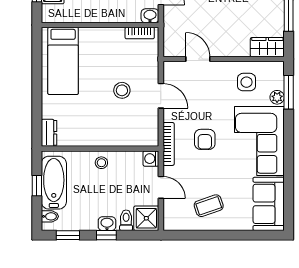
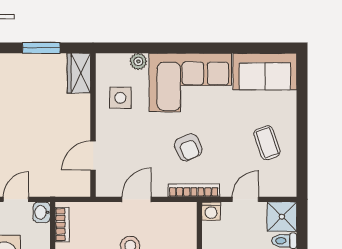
window: (289, 92) -> (132, 48), removed
armchair: (205, 139) -> (188, 147), turned 66

